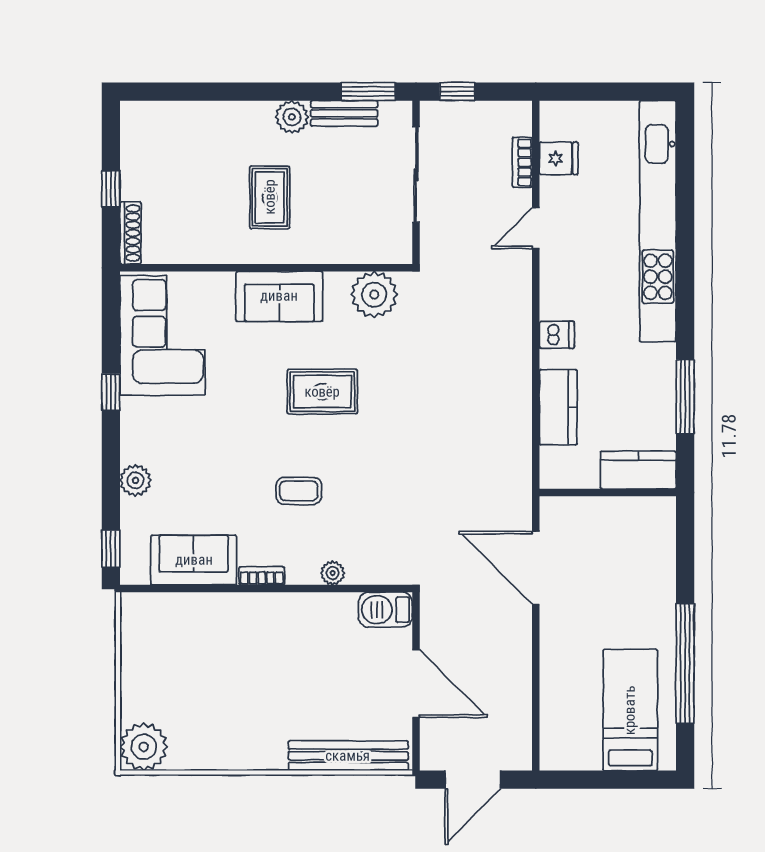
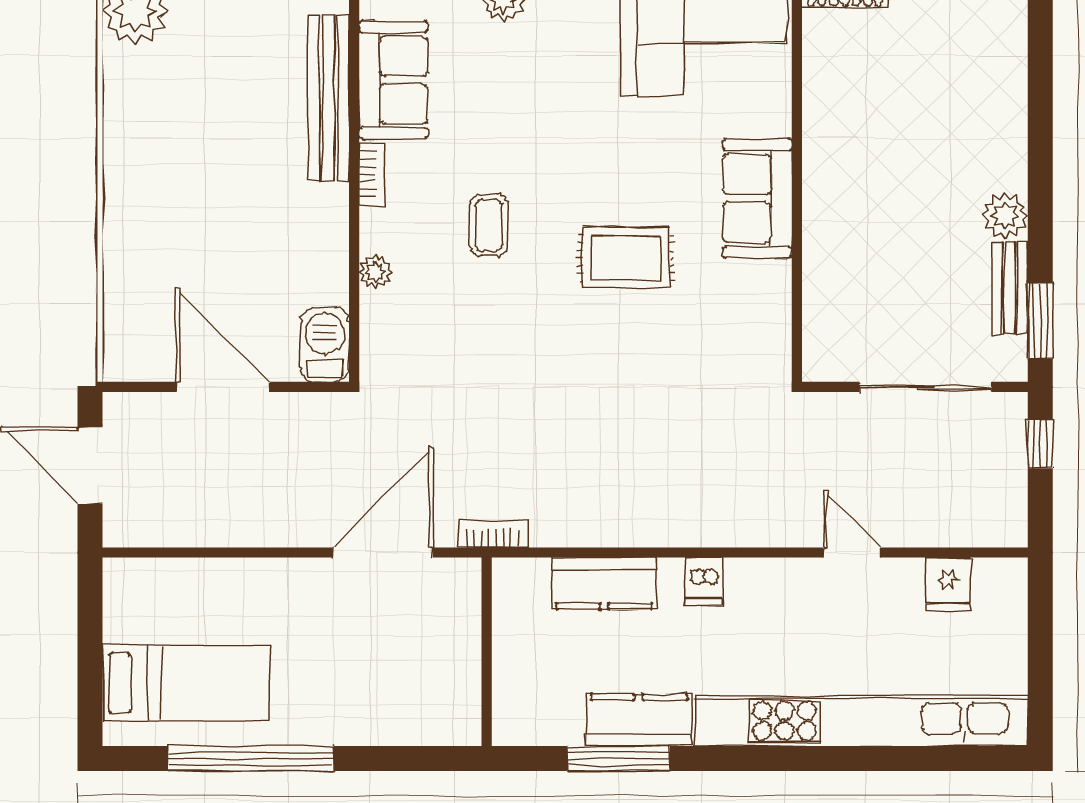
bookcase: (522, 162) -> (493, 534), moved
rug: (270, 197) -> (894, 185), removed
plant: (374, 295) -> (760, 329), removed
rug: (322, 392) -> (626, 258), turned 90
kitchen counter: (638, 470) -> (639, 720), moved, turned -90
door: (416, 684) -> (223, 387), swing flipped
bench: (348, 756) -> (329, 98), moved

